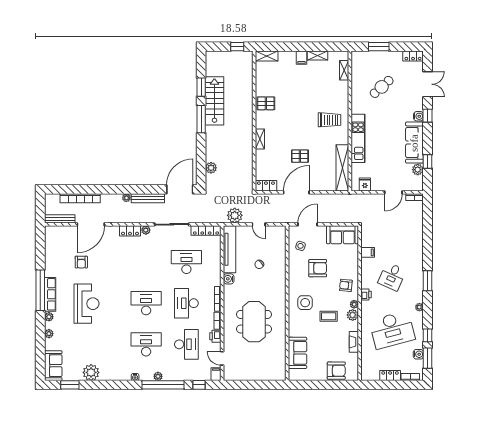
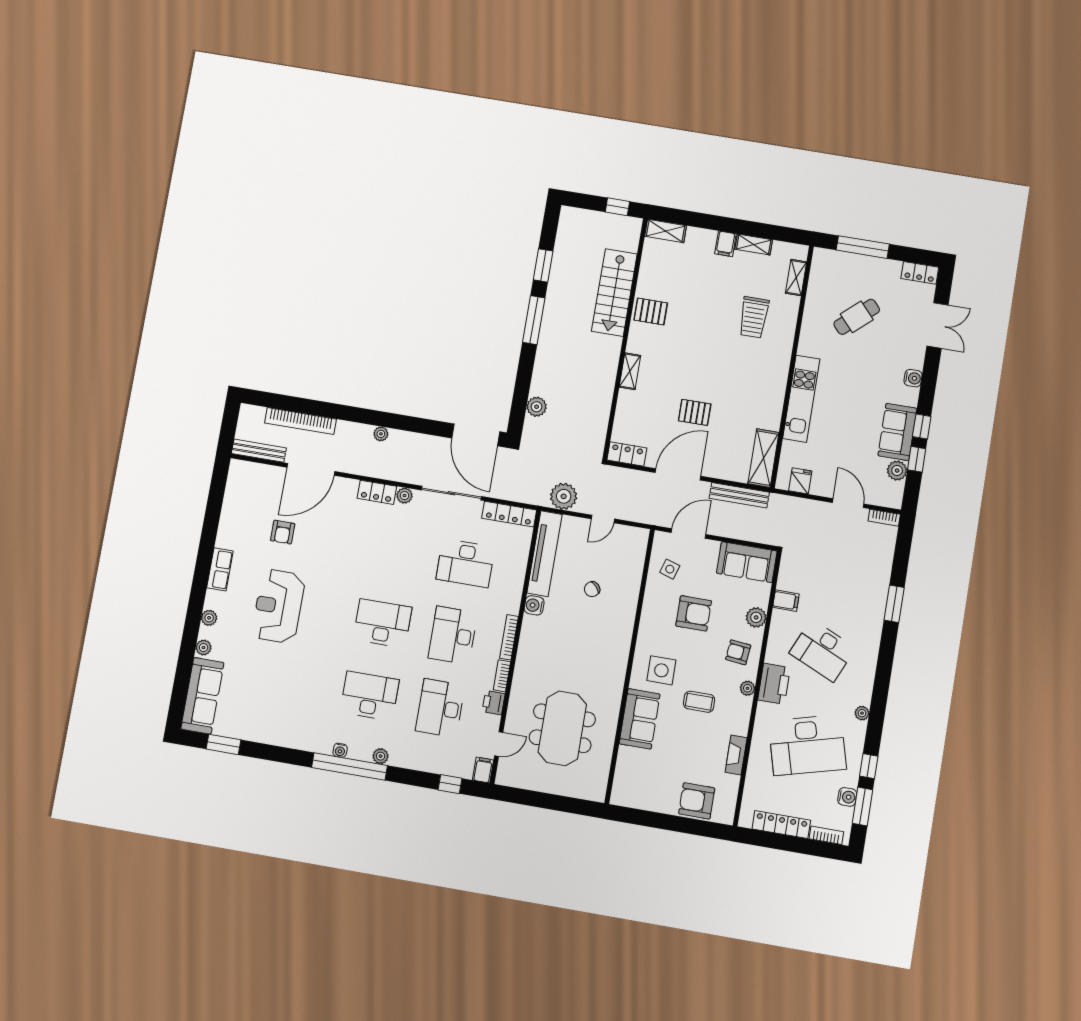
window: (379, 47) -> (863, 247), width x1.44
stairs: (214, 101) -> (614, 293), moved, turned 180
window: (428, 116) -> (922, 427), moved
trolley: (330, 120) -> (754, 317), moved, turned 90
sofa: (414, 143) -> (897, 432), width x0.73
shelving: (342, 168) -> (763, 458), width x0.68
door: (180, 189) -> (476, 435), swing flipped
door: (393, 192) -> (848, 503), swing flipped
bench: (148, 198) -> (739, 495), moved
door: (259, 224) -> (603, 519), hinge flipped
desk: (186, 262) -> (465, 563), turned 180
desk: (392, 277) -> (822, 651), width x1.37
window: (428, 281) -> (894, 604), moved
window: (40, 290) -> (202, 569), removed
row of seats: (50, 294) -> (220, 569), width x0.68
printer: (366, 294) -> (774, 684), width x1.87, depth x1.48
reception desk: (86, 304) -> (278, 606), turned 180
plant: (353, 315) -> (756, 617), moved
meeting table: (254, 322) -> (562, 728), moved
desk: (186, 344) -> (440, 708), turned 180
sofa: (297, 353) -> (640, 719), moved
door: (222, 358) -> (499, 744), swing flipped
sofa: (53, 366) -> (202, 696), width x1.36
armchair: (336, 371) -> (697, 801), turned 180
plant: (91, 372) -> (264, 729), removed
locker: (390, 376) -> (781, 825), width x1.53
window: (163, 385) -> (349, 766), moved

